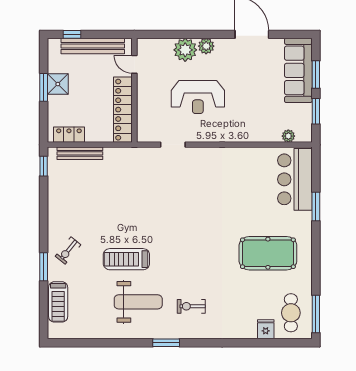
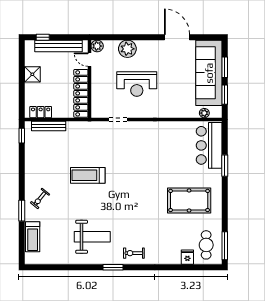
plant: (206, 46) -> (97, 46), moved
sofa: (298, 70) -> (209, 73), width x1.36, depth x1.27
window: (44, 87) -> (22, 77), removed
treadmill: (126, 259) -> (88, 175), moved
exercise bike: (191, 306) -> (134, 253), moved

